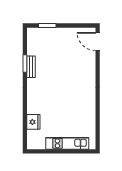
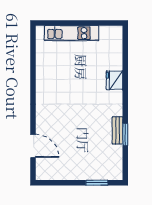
door: (98, 42) -> (33, 146), moved
fridge: (33, 122) -> (115, 80), moved

